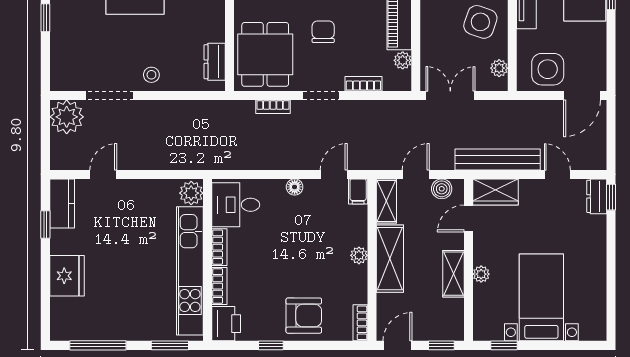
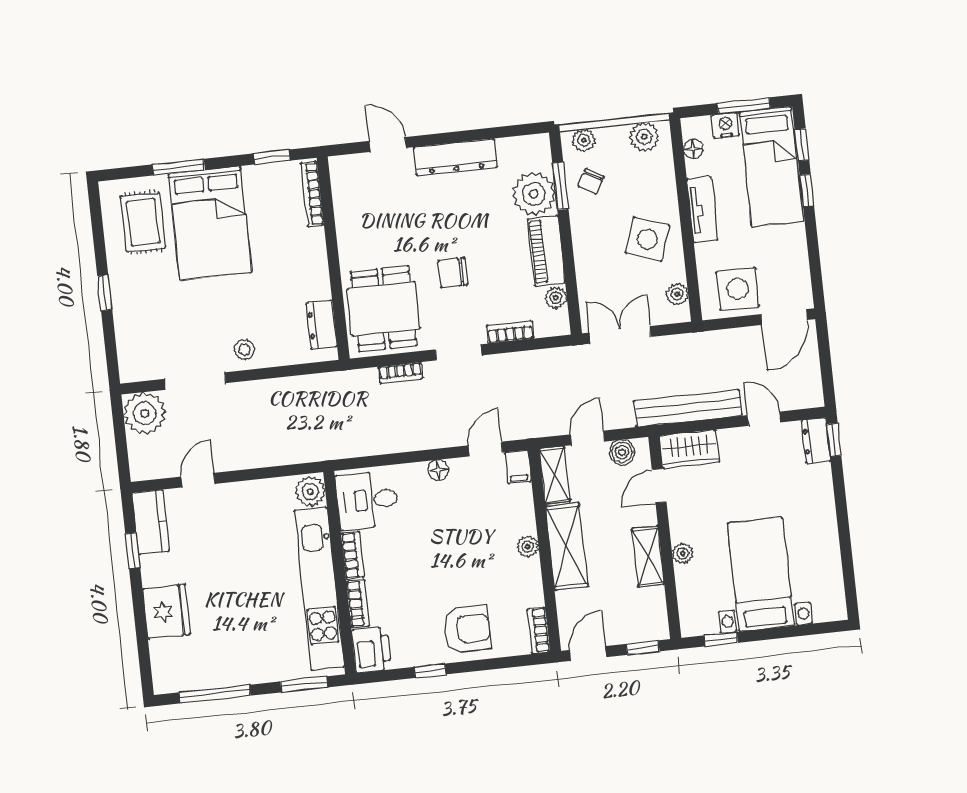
chair: (323, 32) -> (453, 273), turned -90

